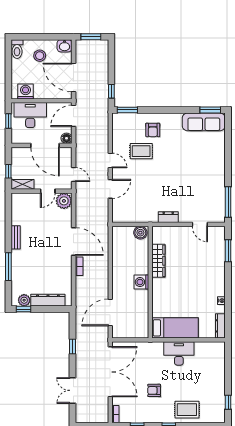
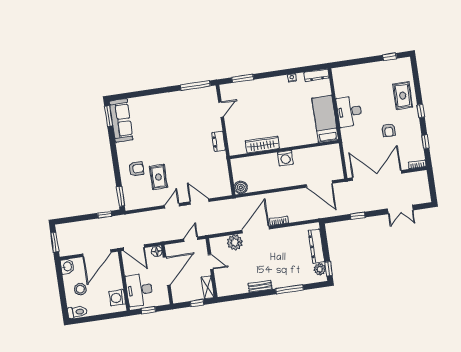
plant: (64, 201) -> (235, 242), moved
boiler: (140, 233) -> (241, 187), moved

